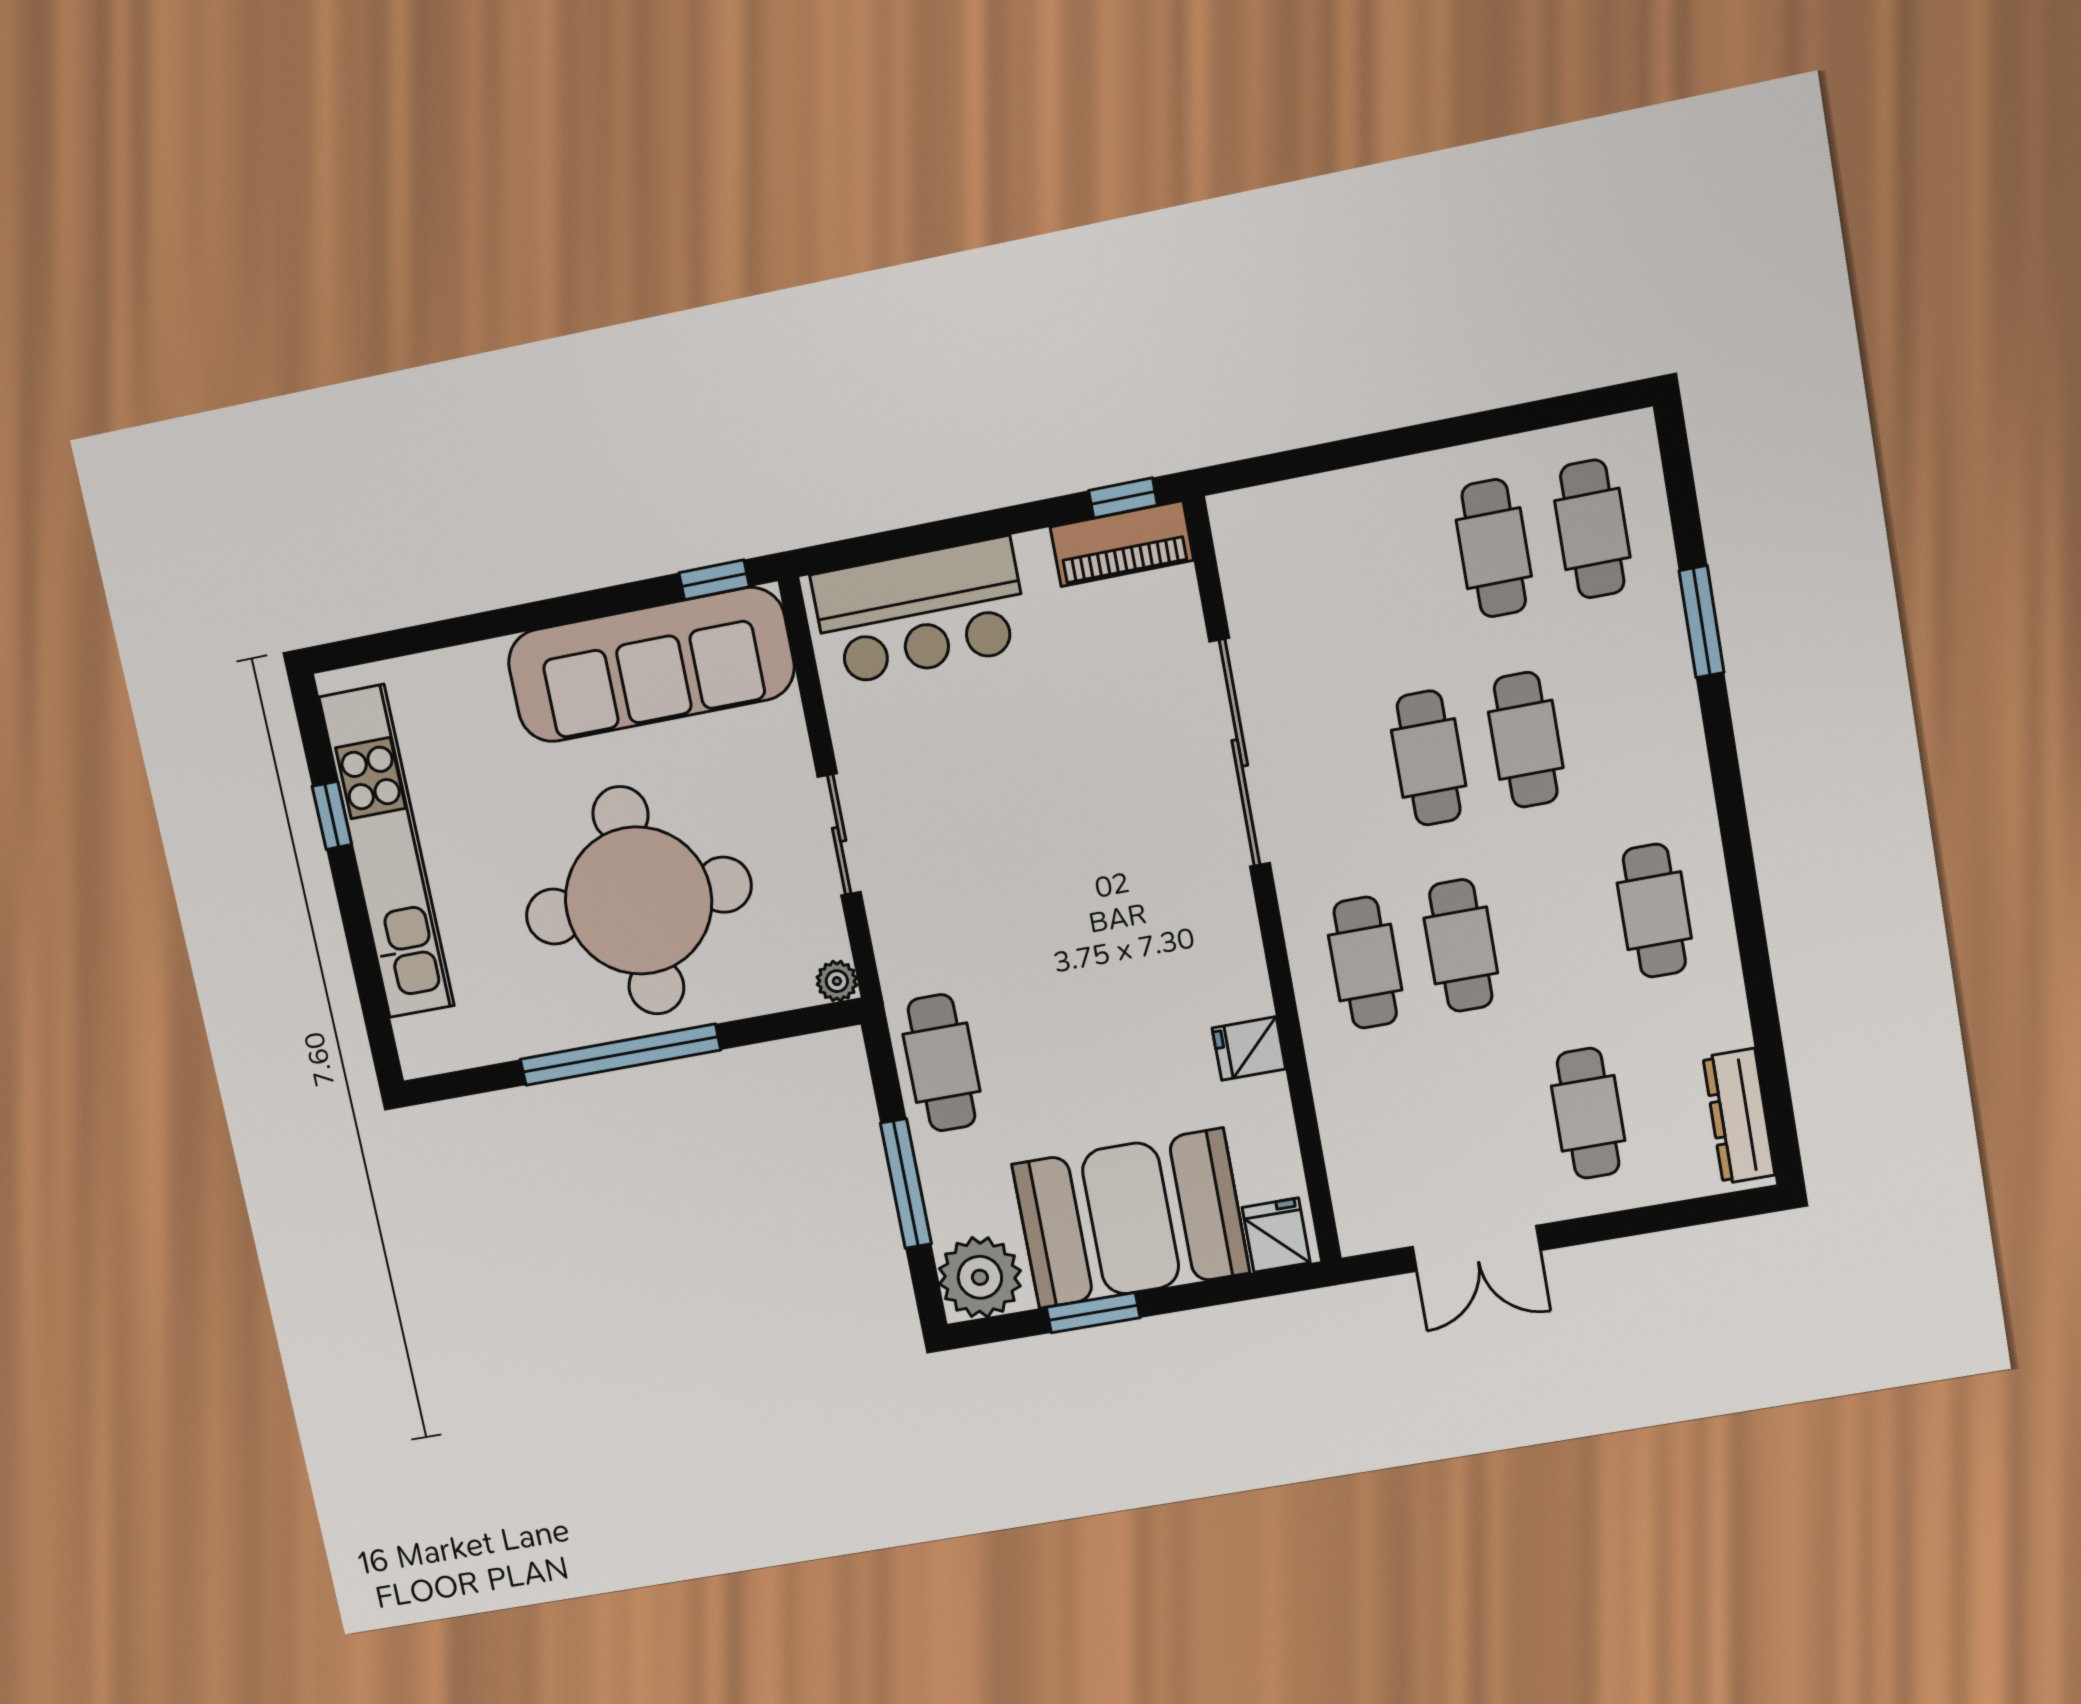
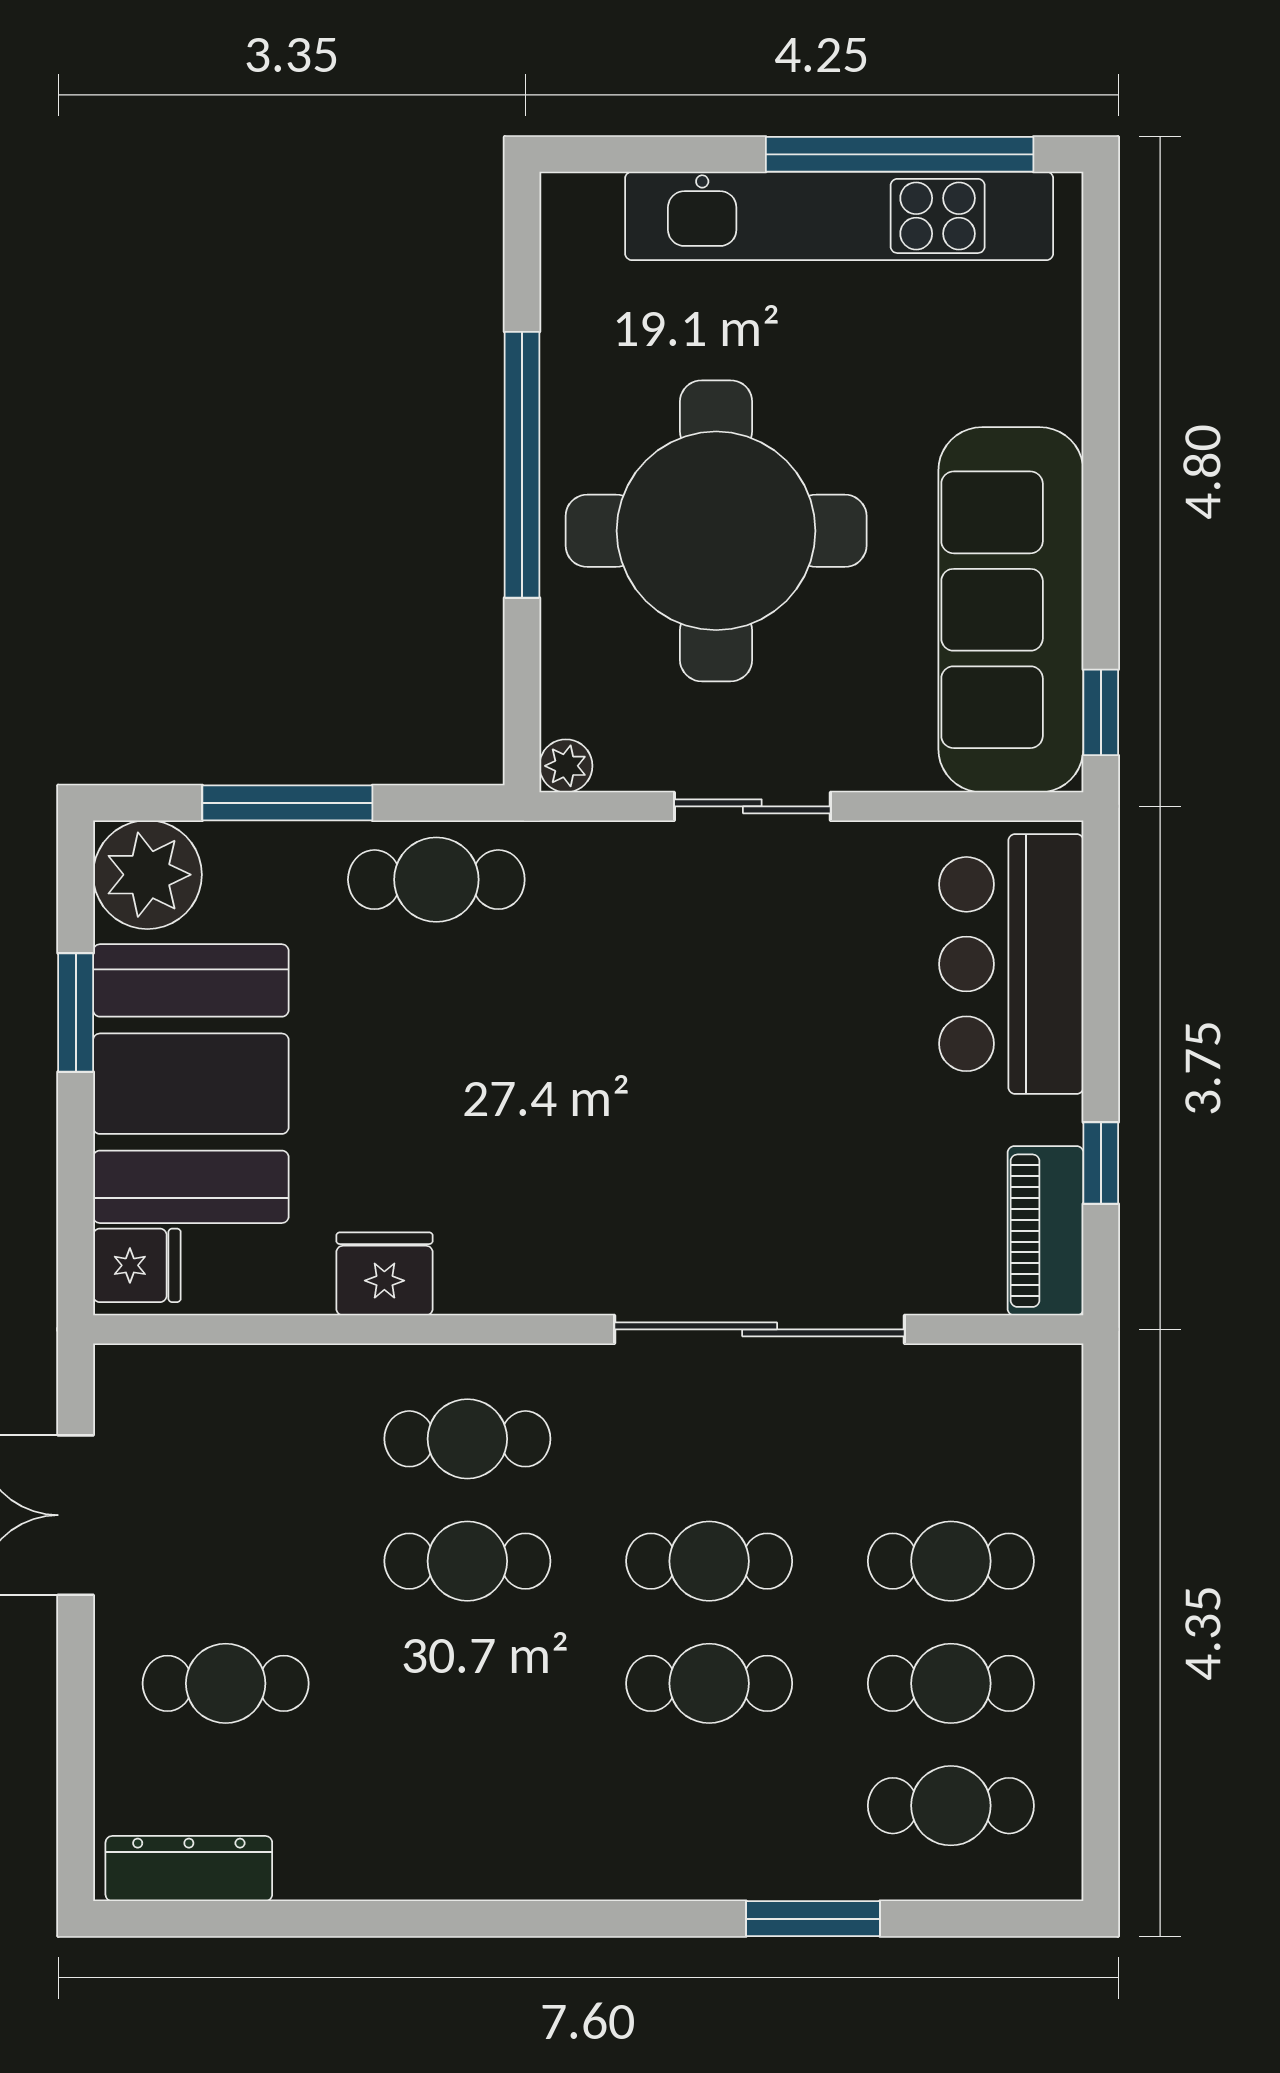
window: (1123, 498) -> (1101, 1163), moved
window: (332, 815) -> (900, 154), width x3.17
cafe table: (1654, 911) -> (951, 1561), moved
fridge: (1249, 1048) -> (384, 1274), width x1.38

